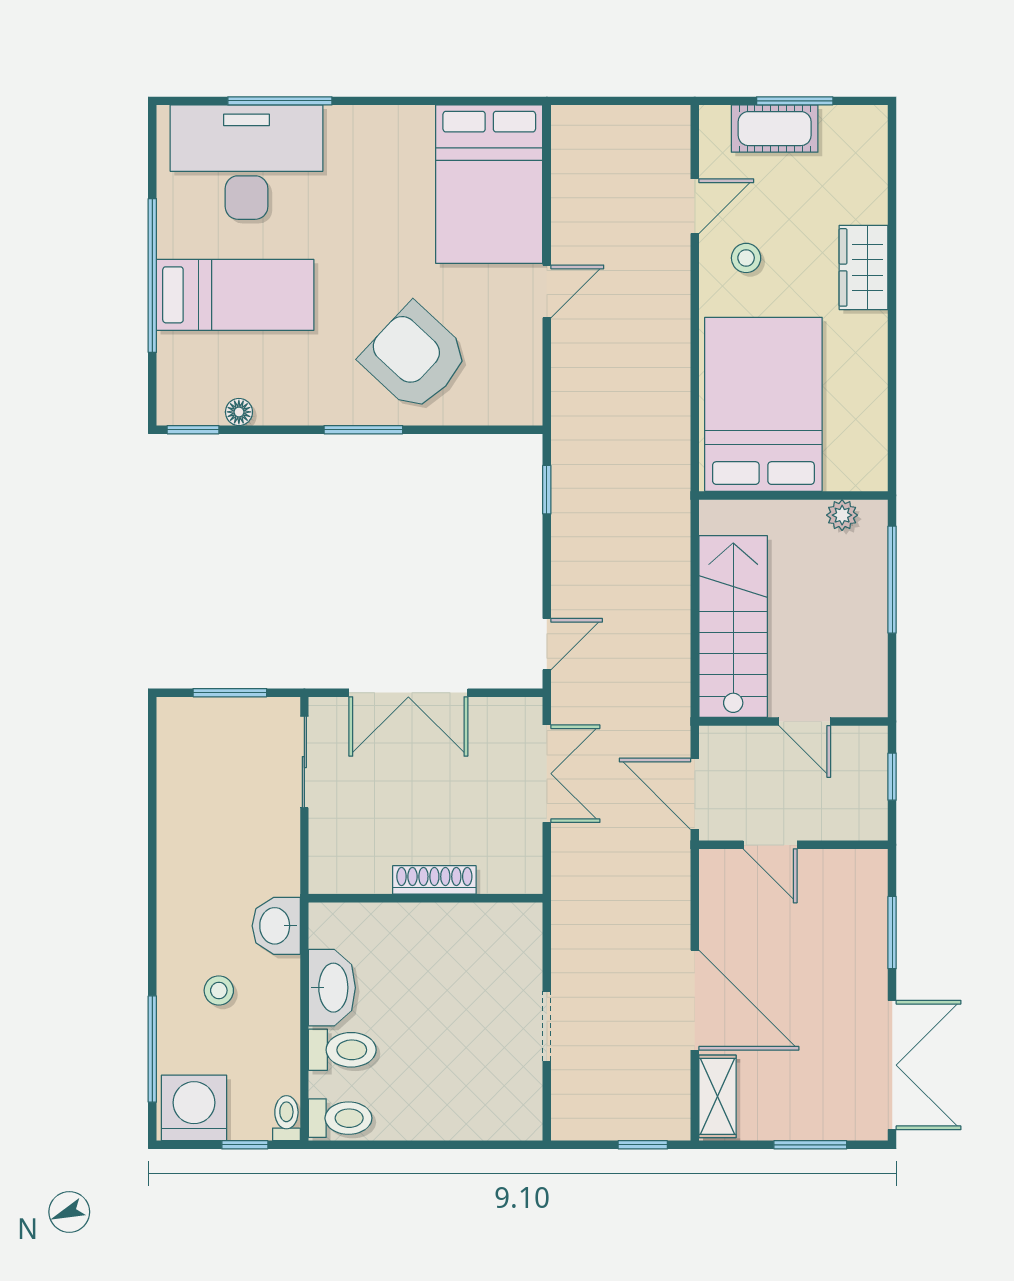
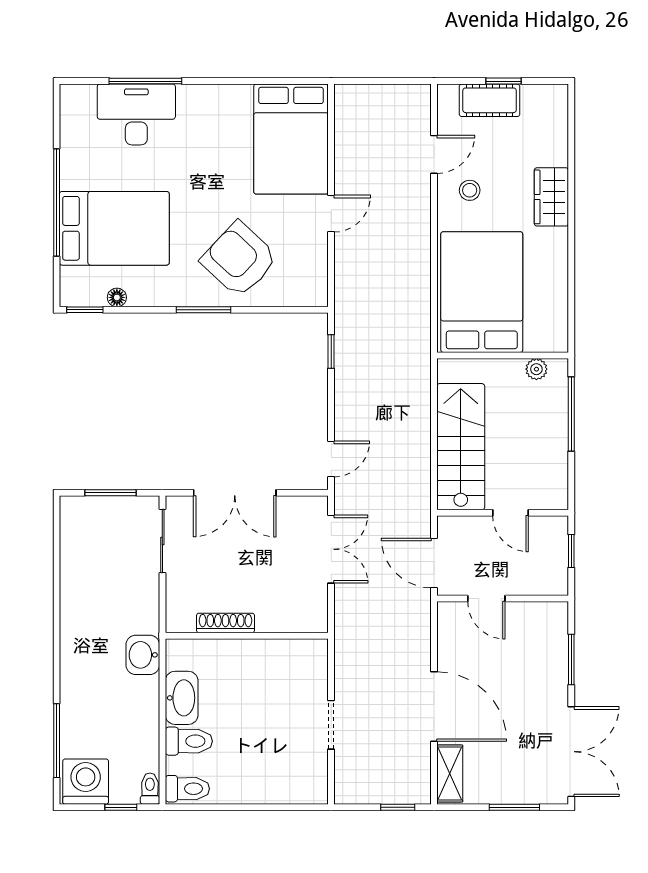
window: (795, 101) -> (503, 81), width x0.67
desk: (247, 162) -> (136, 114), width x0.73, depth x0.77
bed: (235, 295) -> (114, 228), width x1.50
shoe rack: (434, 880) -> (225, 623), moved
stool: (219, 990) -> (103, 700), removed

